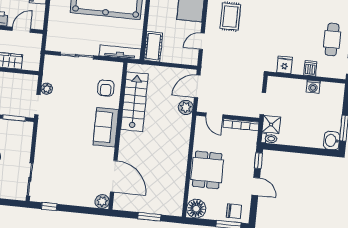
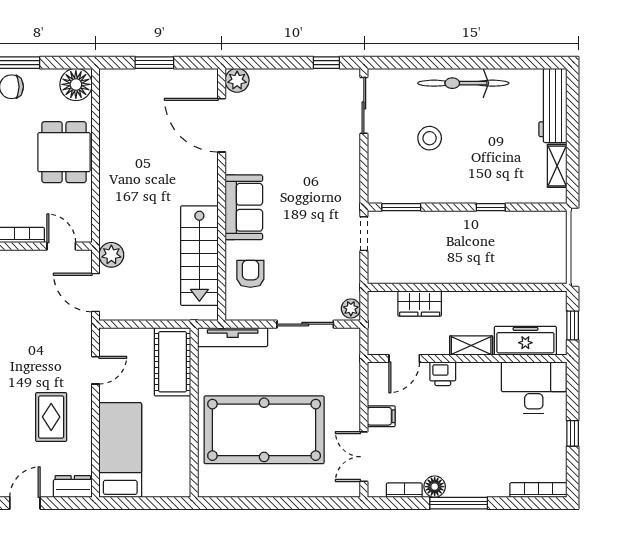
cot: (153, 47) -> (172, 362), width x1.37, depth x1.34
door: (197, 86) -> (96, 293), swing flipped
plant: (47, 89) -> (351, 309), moved

